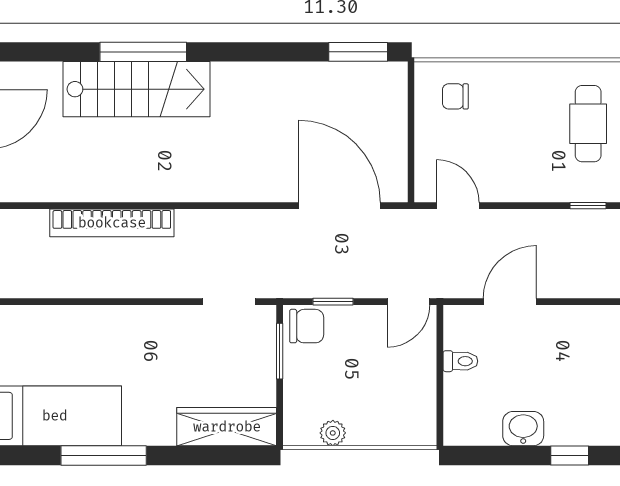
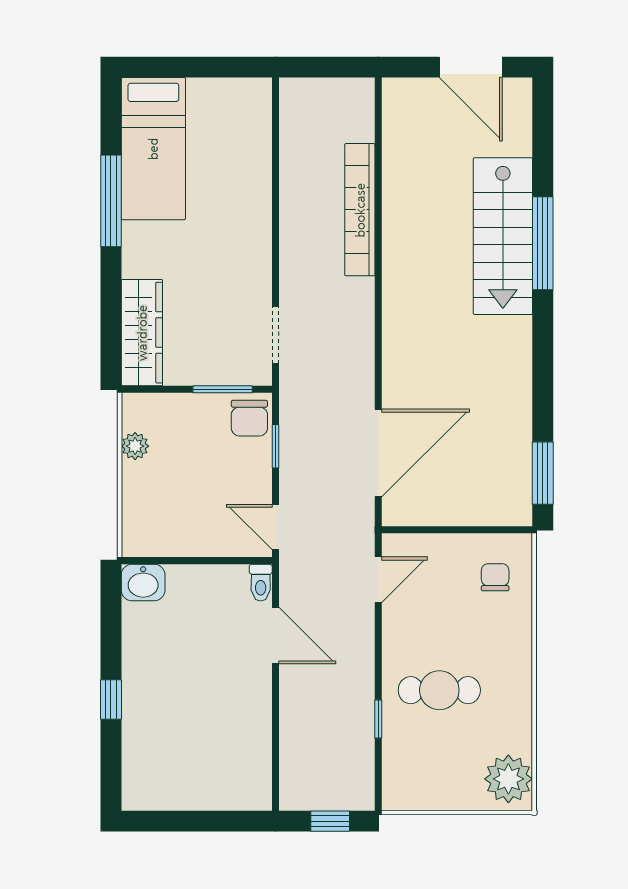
cafe table: (588, 124) -> (439, 690), moved
toilet: (460, 361) -> (261, 583), moved
washbasin: (523, 429) -> (143, 583), moved, turned 90

